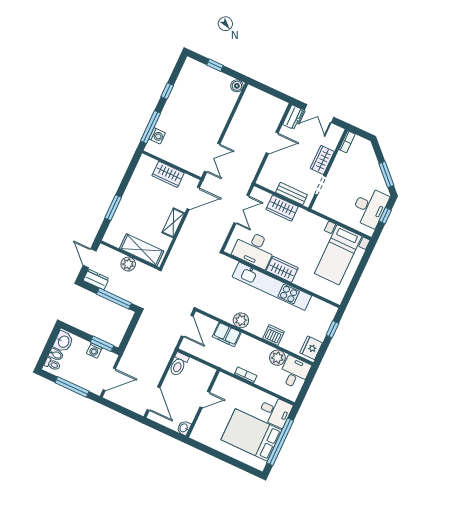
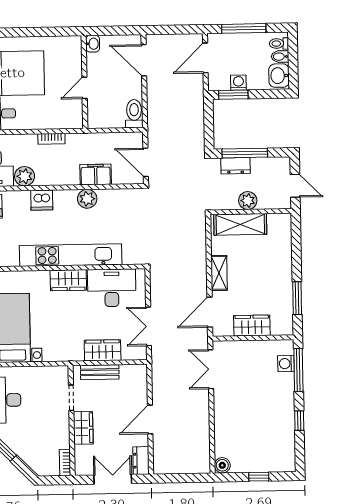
window: (113, 208) -> (297, 298), moved
dresser: (96, 279) -> (235, 166), moved

